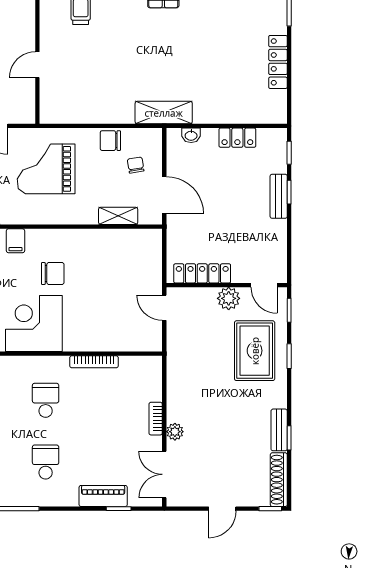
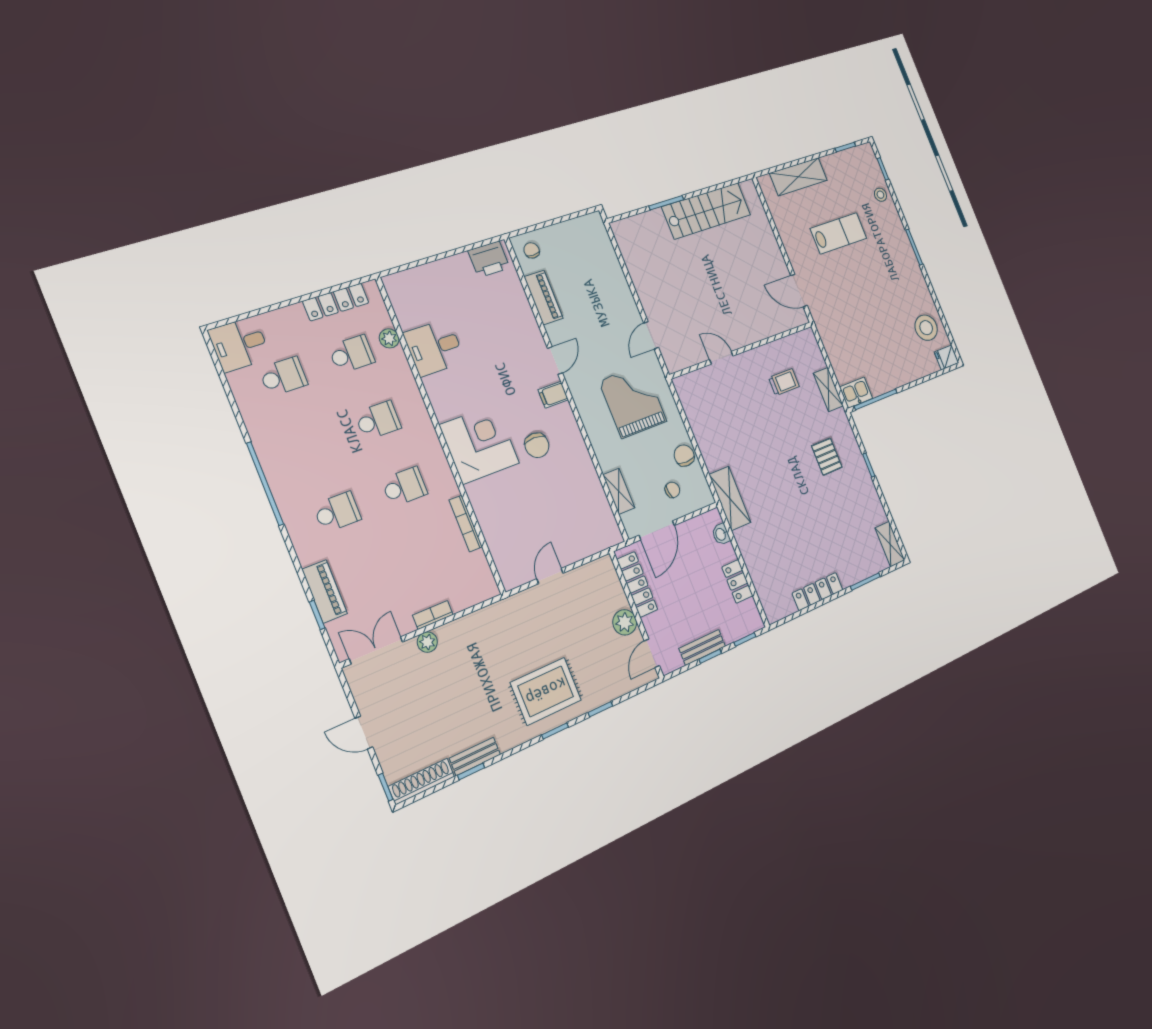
locker: (202, 273) -> (637, 584), moved
wall: (227, 285) -> (636, 615), moved
door: (264, 285) -> (652, 653), moved
plant: (229, 298) -> (625, 622), moved

